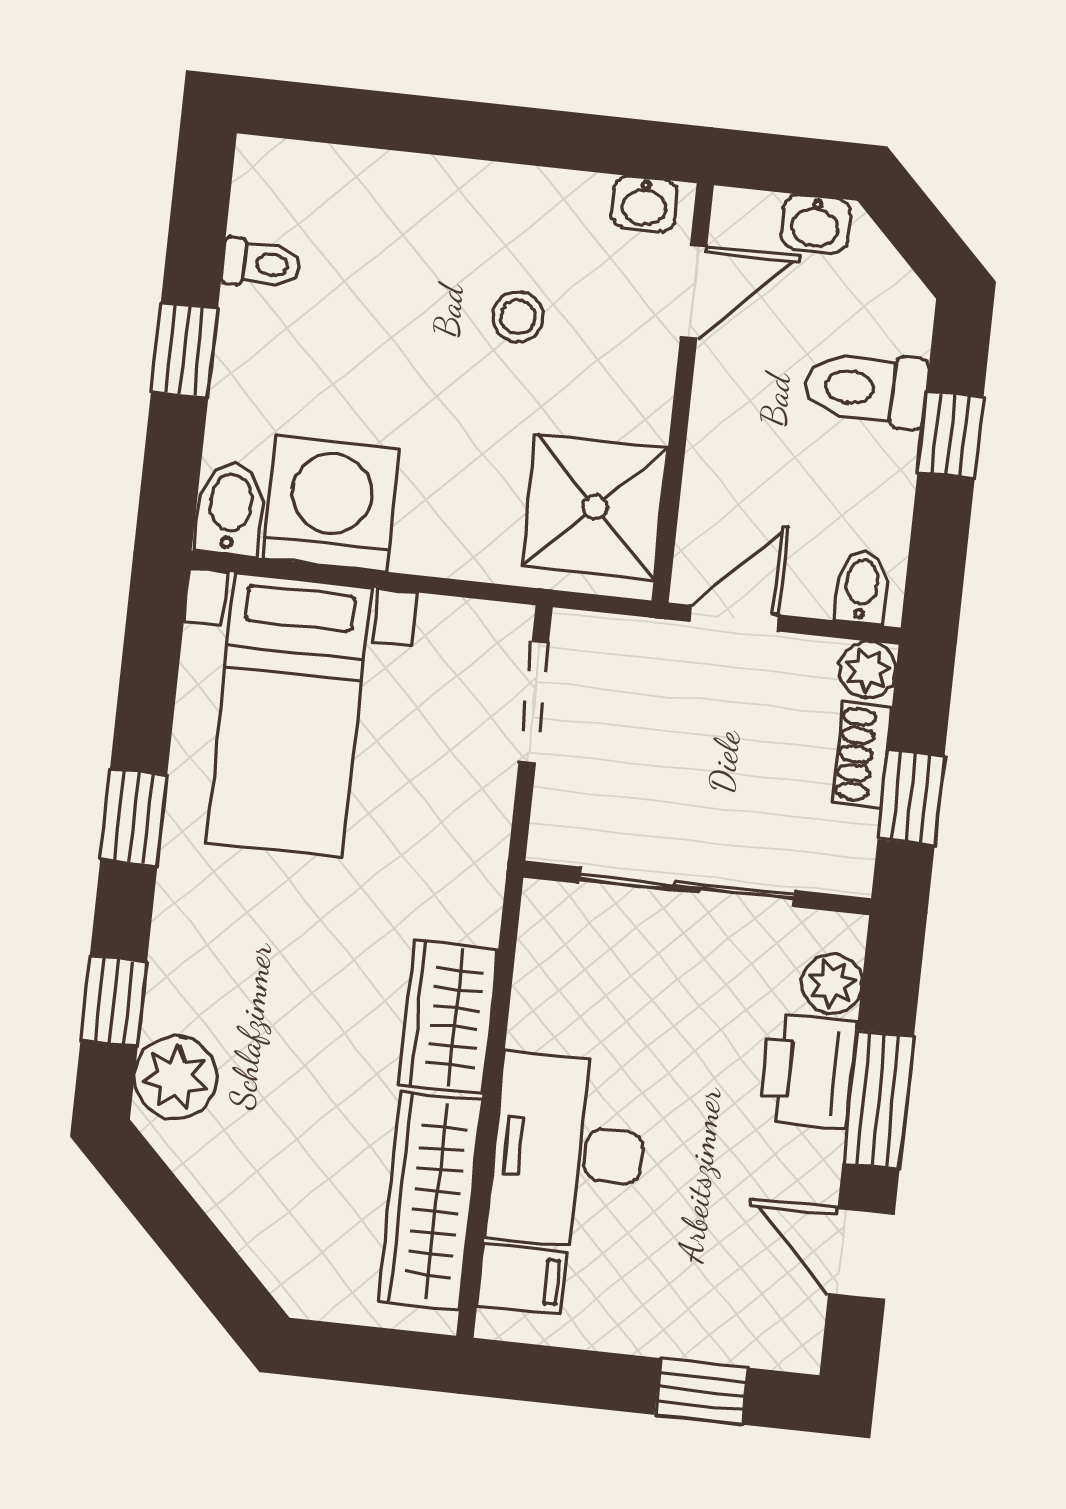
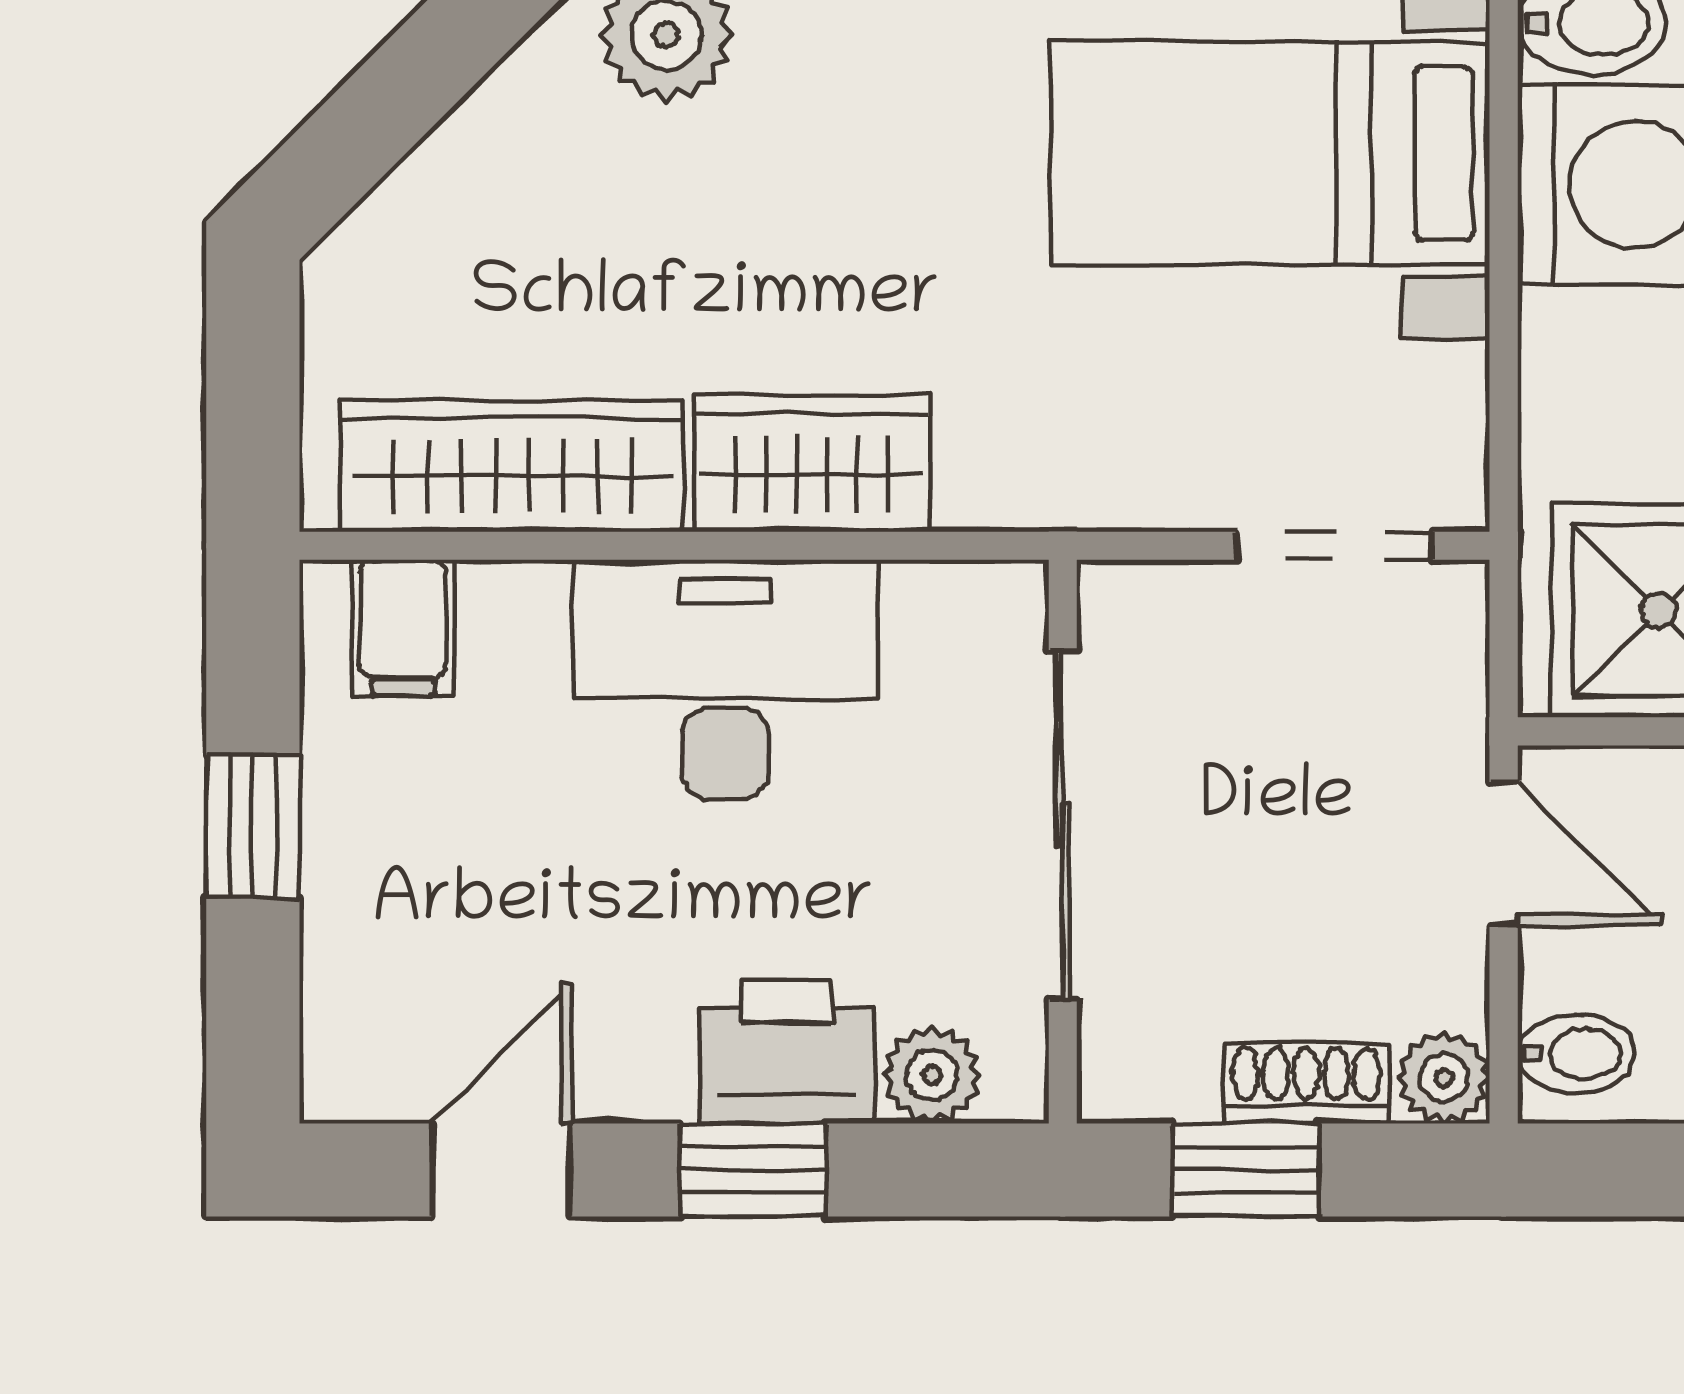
window: (878, 1100) -> (753, 1170), width x0.67
desk: (568, 1152) -> (726, 679), moved
window: (701, 1391) -> (253, 826), moved

